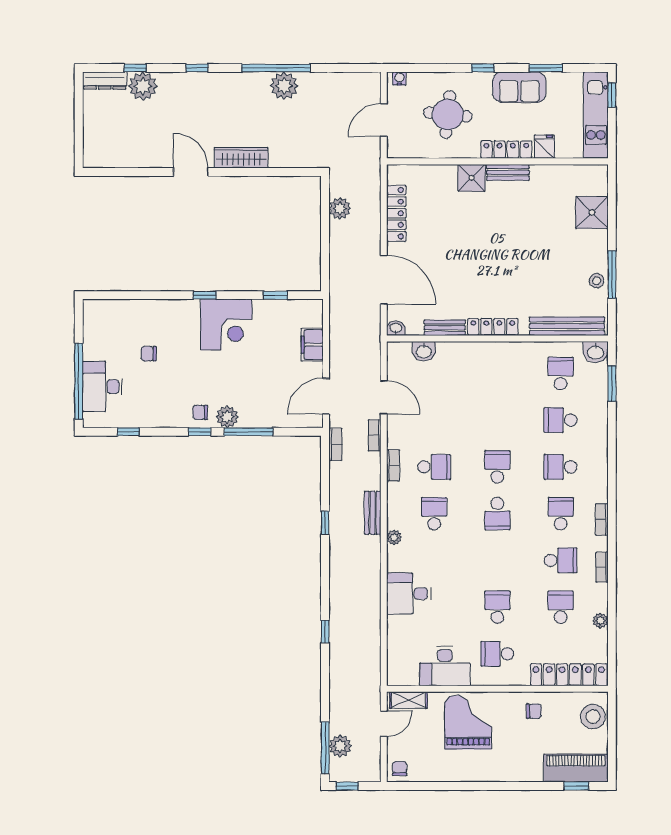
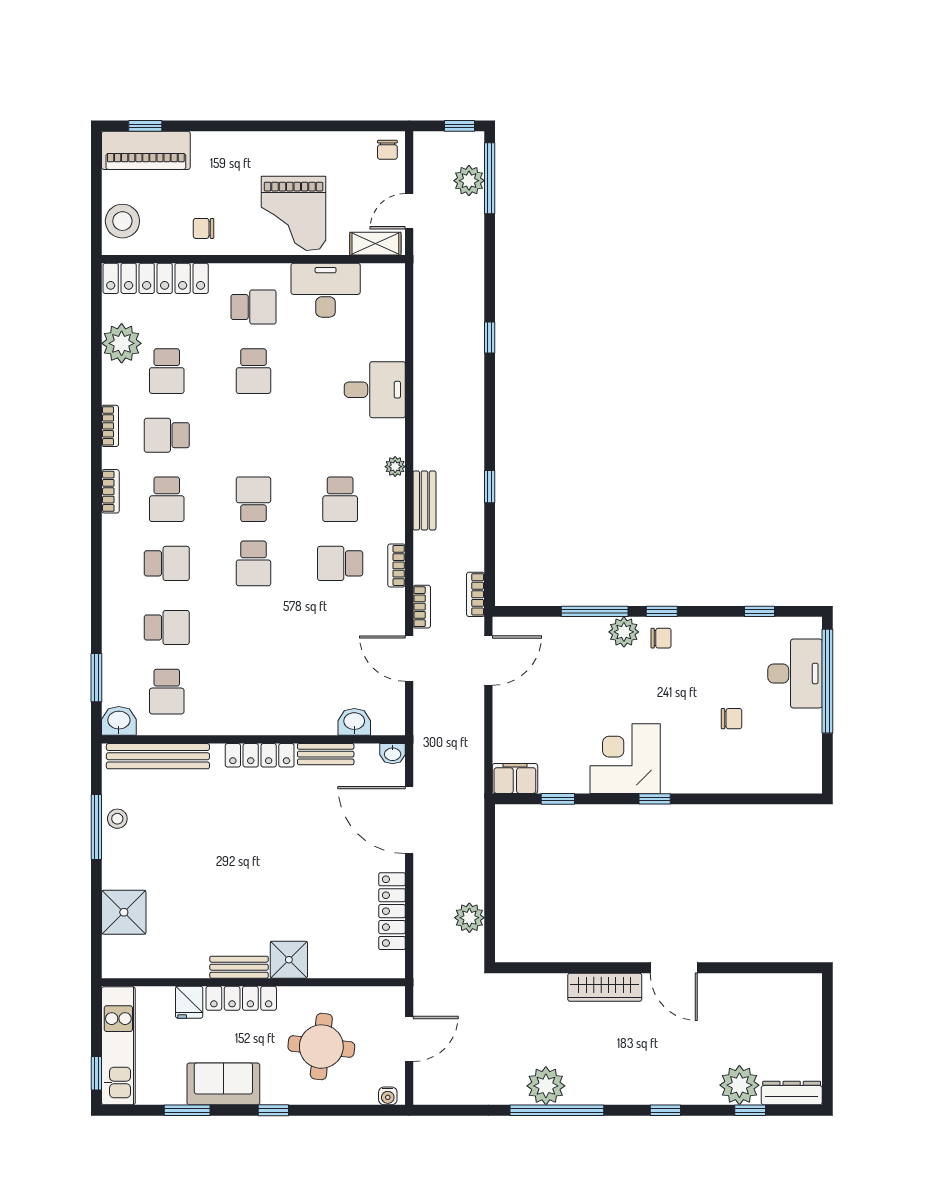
filing cabinet: (312, 345) -> (515, 778), moved, turned -90
plant: (600, 621) -> (122, 343), width x1.88, depth x1.88

